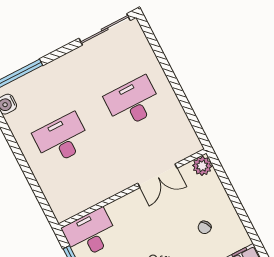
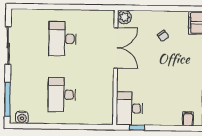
sliding door: (105, 29) -> (8, 46), moved
double door: (157, 176) -> (116, 48), width x1.37

